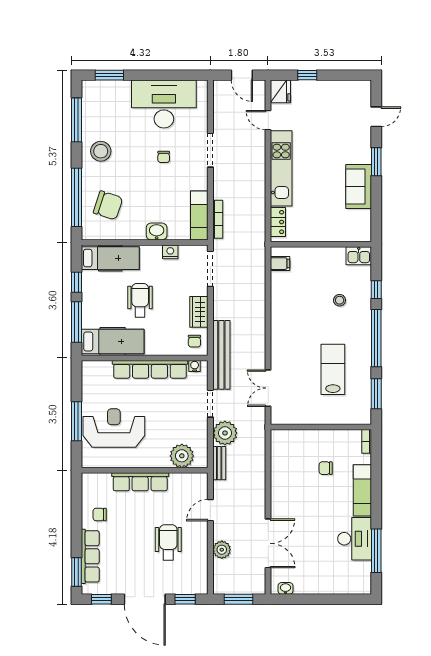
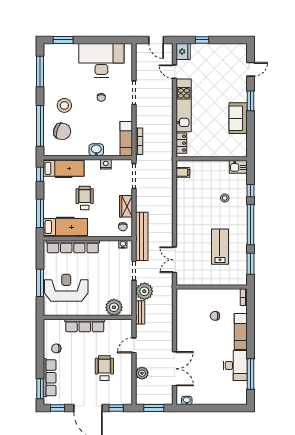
stool: (101, 151) -> (64, 105), moved
window: (77, 282) -> (40, 174), moved
row of seats: (150, 369) -> (73, 247), moved

